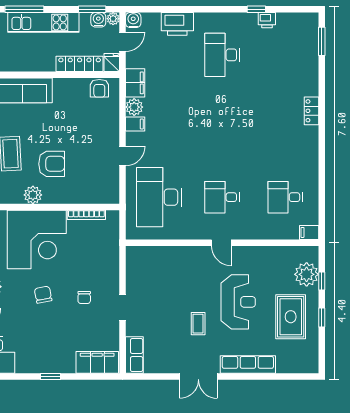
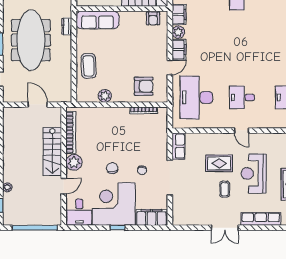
filing cabinet: (135, 124) -> (179, 50), width x2.00
armchair: (52, 164) -> (144, 86), moved
corner desk: (37, 239) -> (114, 204), moved, turned 180
rug: (190, 288) -> (219, 163), added
reception desk: (238, 302) -> (254, 173), turned 180
doorway: (123, 308) -> (170, 178), width x1.87
row of seats: (134, 355) -> (178, 146), moved

